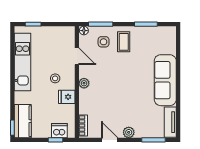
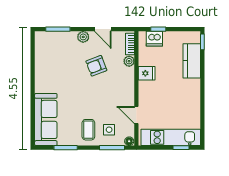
kitchen unit: (23, 62) -> (171, 137), moved, turned 90
stool: (55, 78) -> (159, 92), removed
sofa: (165, 80) -> (46, 119), moved
plant: (84, 83) -> (129, 61), moved
armchair: (116, 104) -> (96, 66), added
kitchen counter: (23, 121) -> (192, 61), moved
tv unit: (170, 122) -> (41, 47), removed

